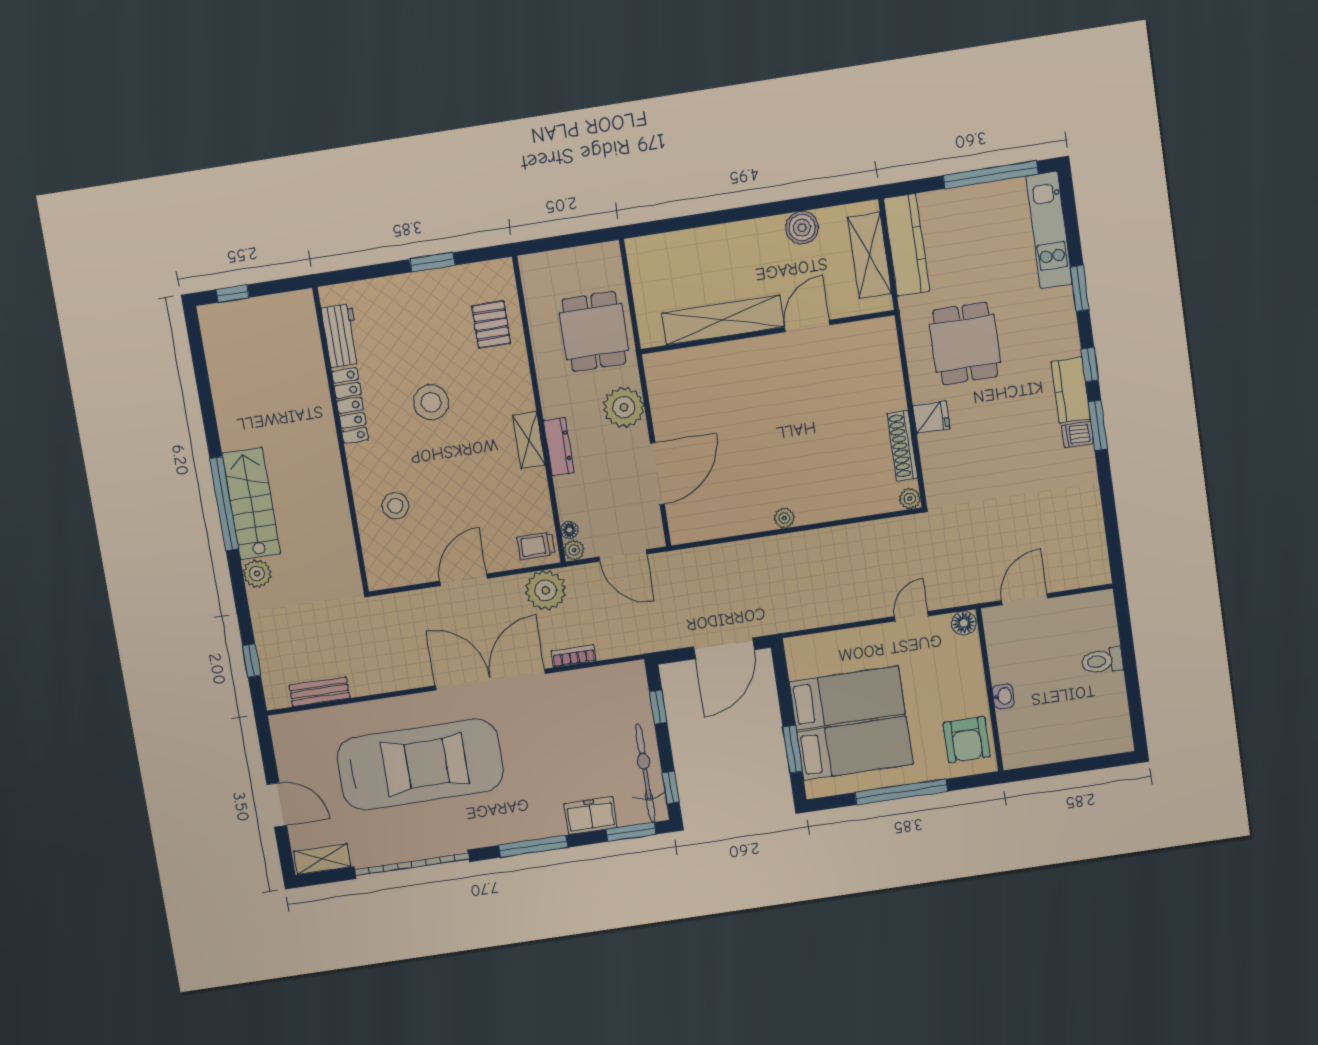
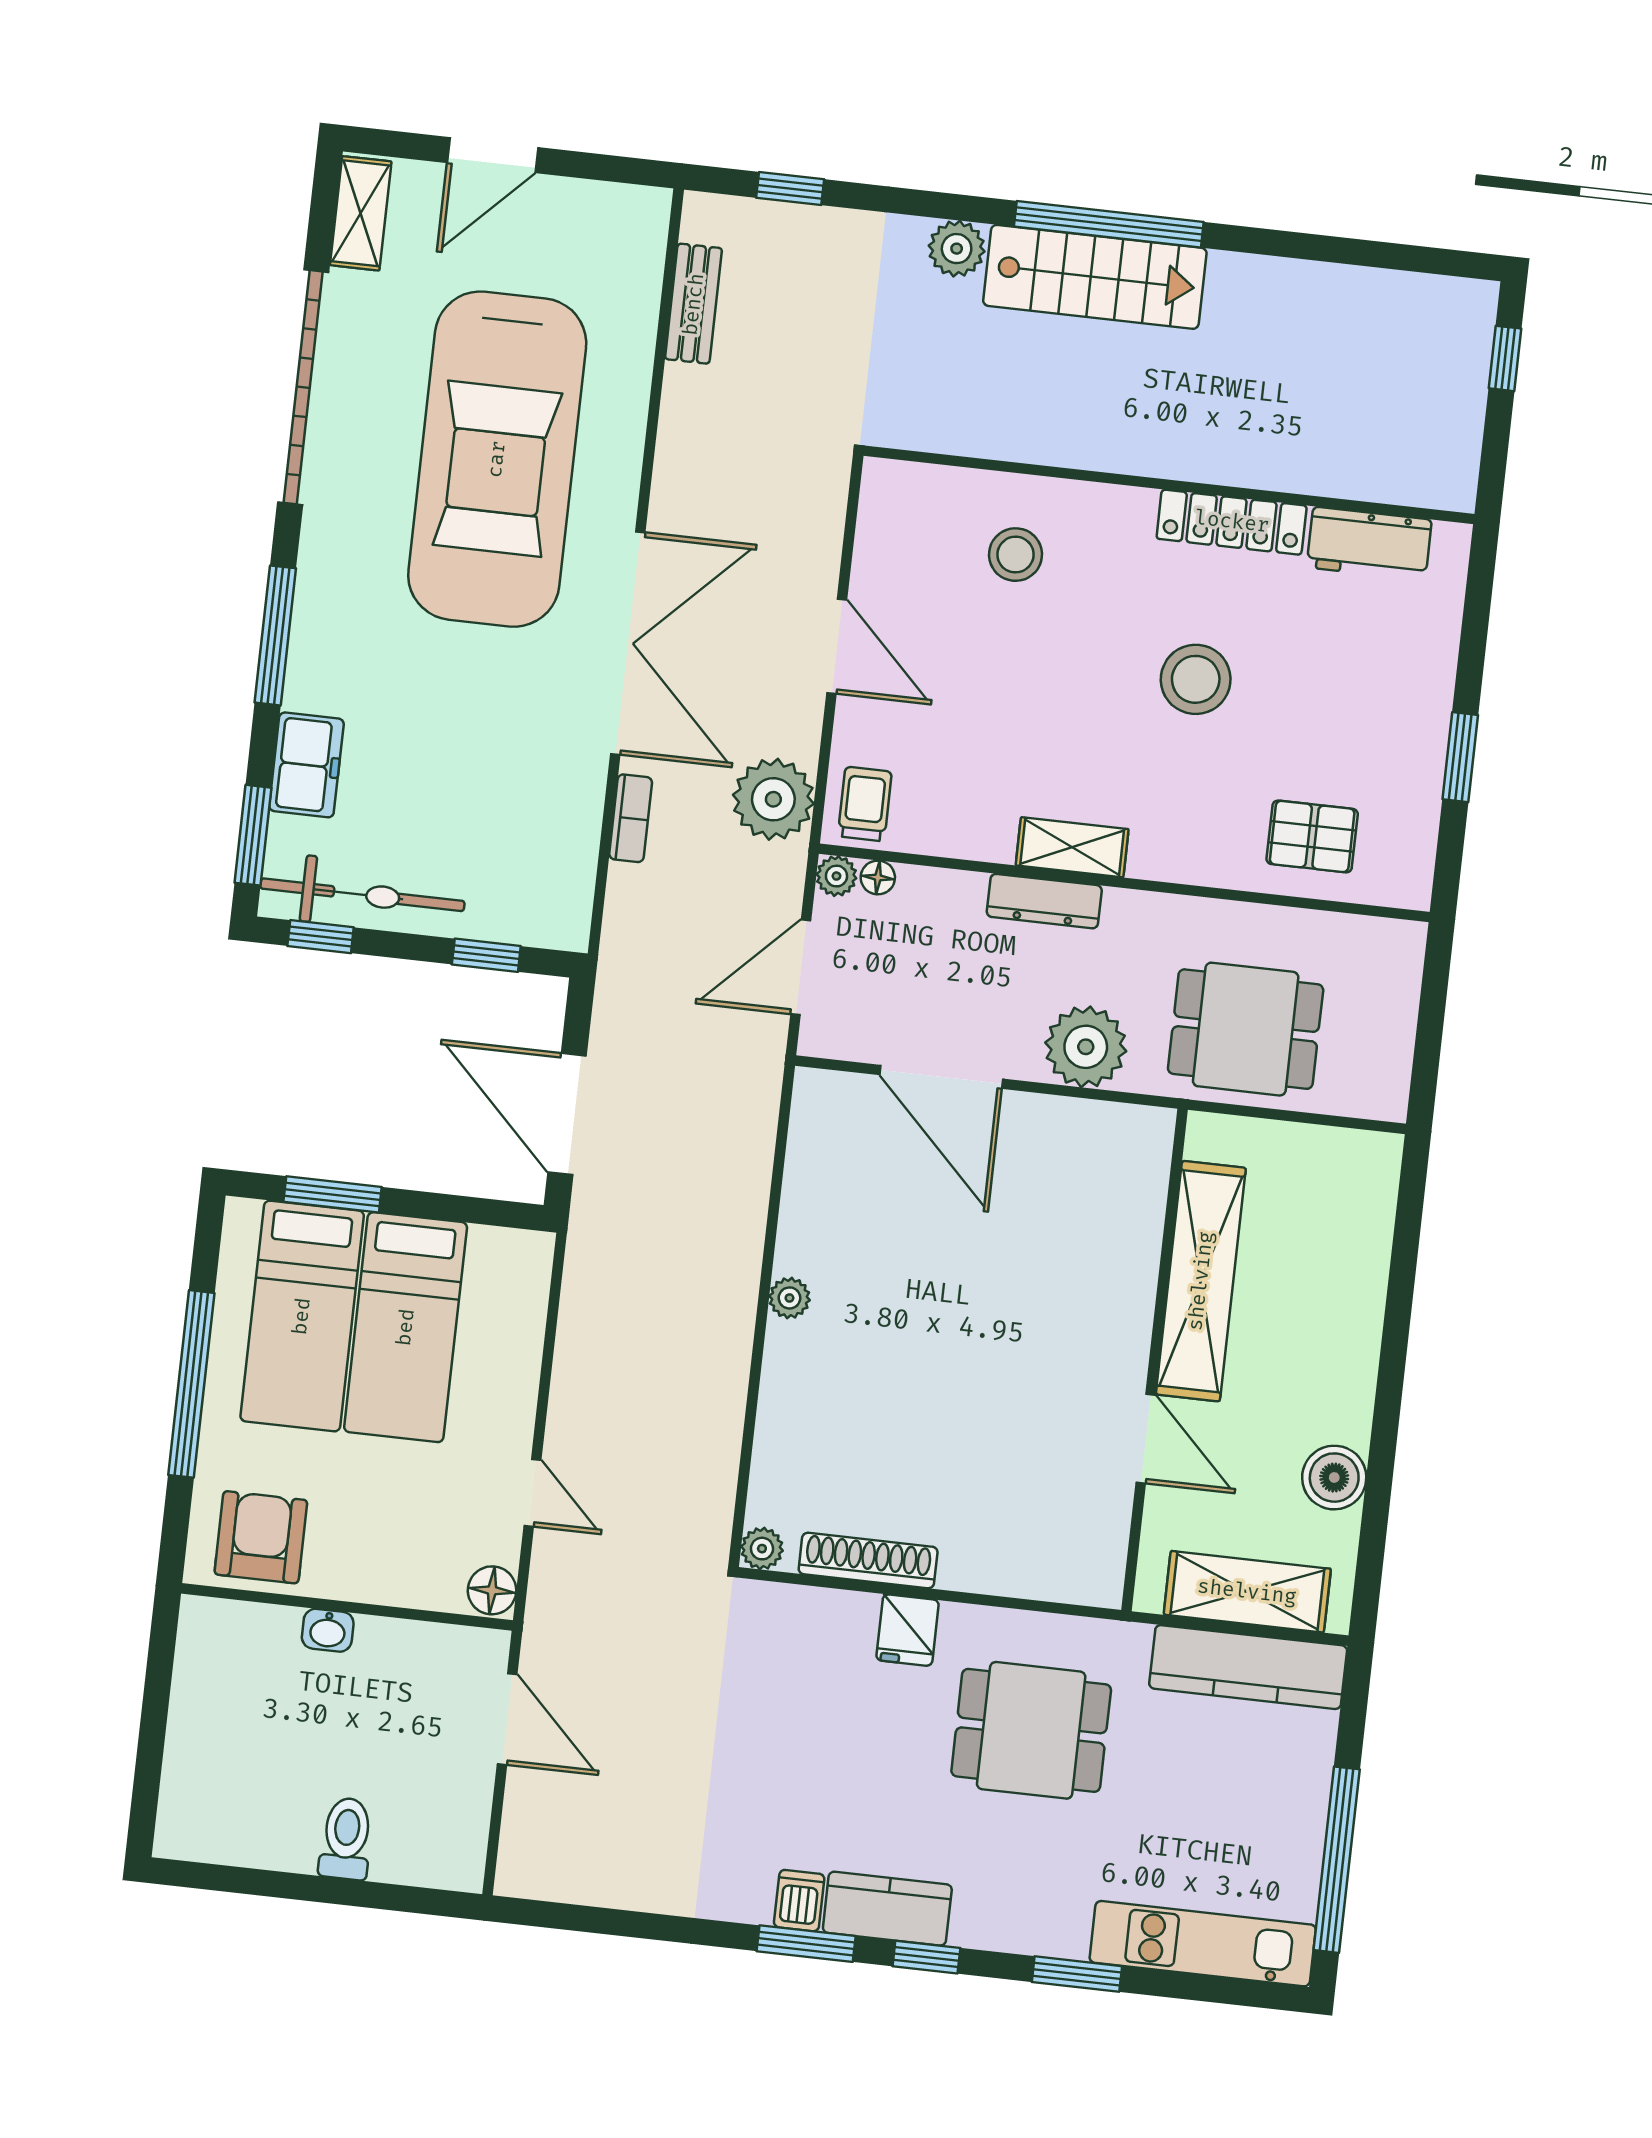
armchair: (967, 740) -> (261, 1537), turned 90

